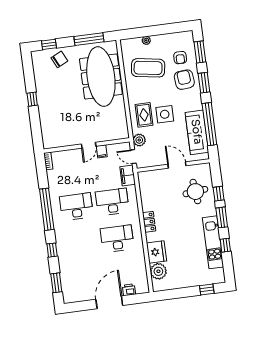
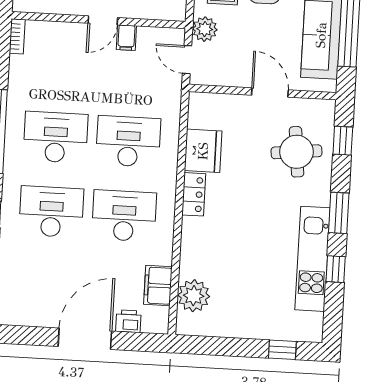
filing cabinet: (128, 176) -> (158, 286), moved
window: (219, 194) -> (343, 141), moved
desk: (81, 243) -> (51, 212), added
fridge: (157, 252) -> (203, 151), moved

